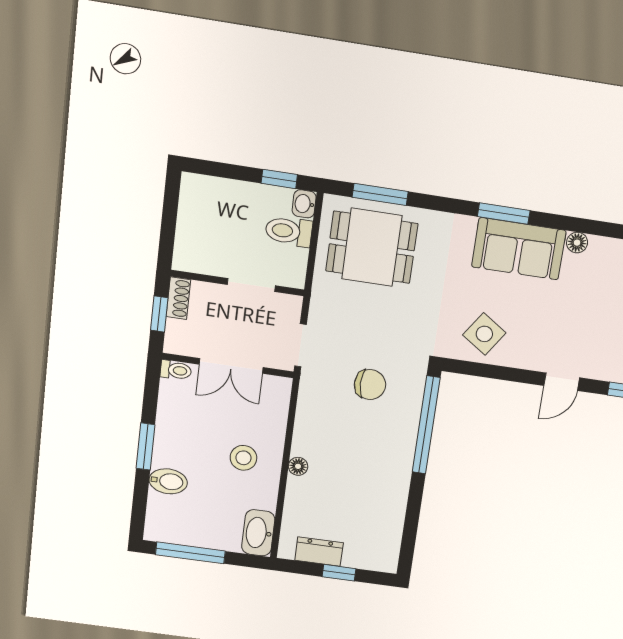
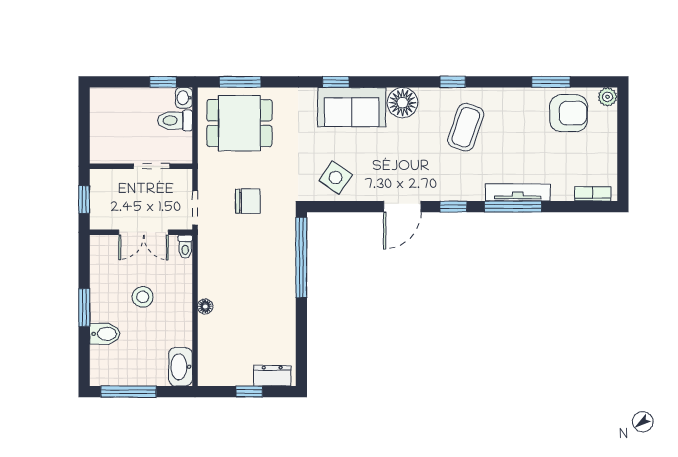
window: (504, 214) -> (336, 82), width x0.67
floor lamp: (577, 243) -> (403, 103), width x1.89, depth x1.89
shoe rack: (178, 298) -> (97, 185), removed
toilet: (176, 370) -> (185, 247), moved, turned 90
door: (562, 382) -> (402, 207), width x1.38
chair: (370, 385) -> (248, 201), moved
stool: (243, 458) -> (143, 297), moved
dresser: (319, 551) -> (272, 376), moved

